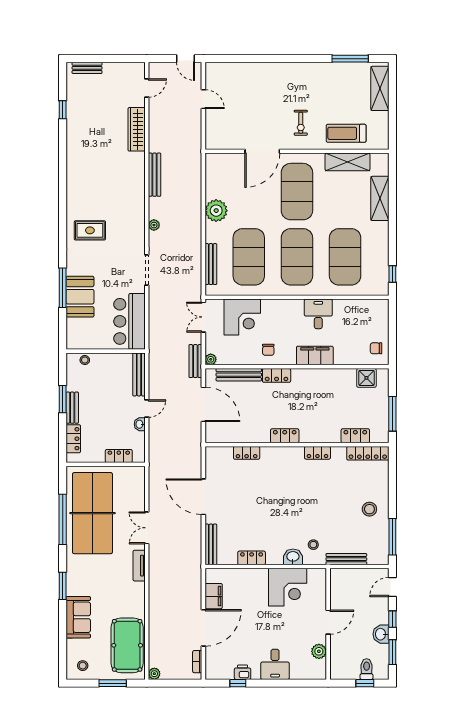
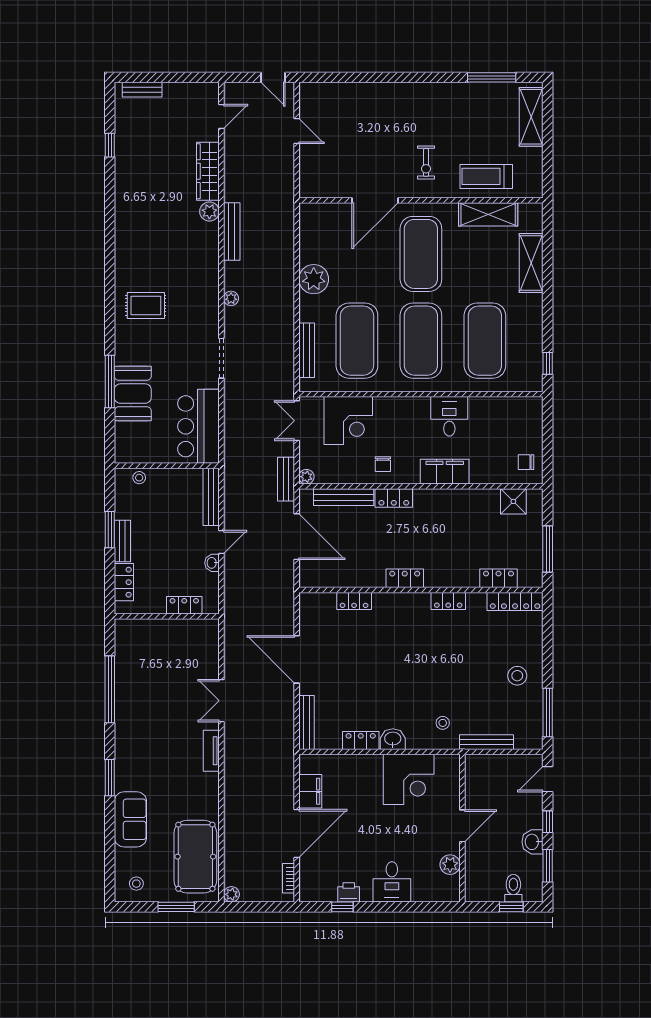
plant: (138, 160) -> (209, 212), added
table tennis table: (92, 513) -> (149, 681), removed
washbasin: (293, 557) -> (393, 739), moved

